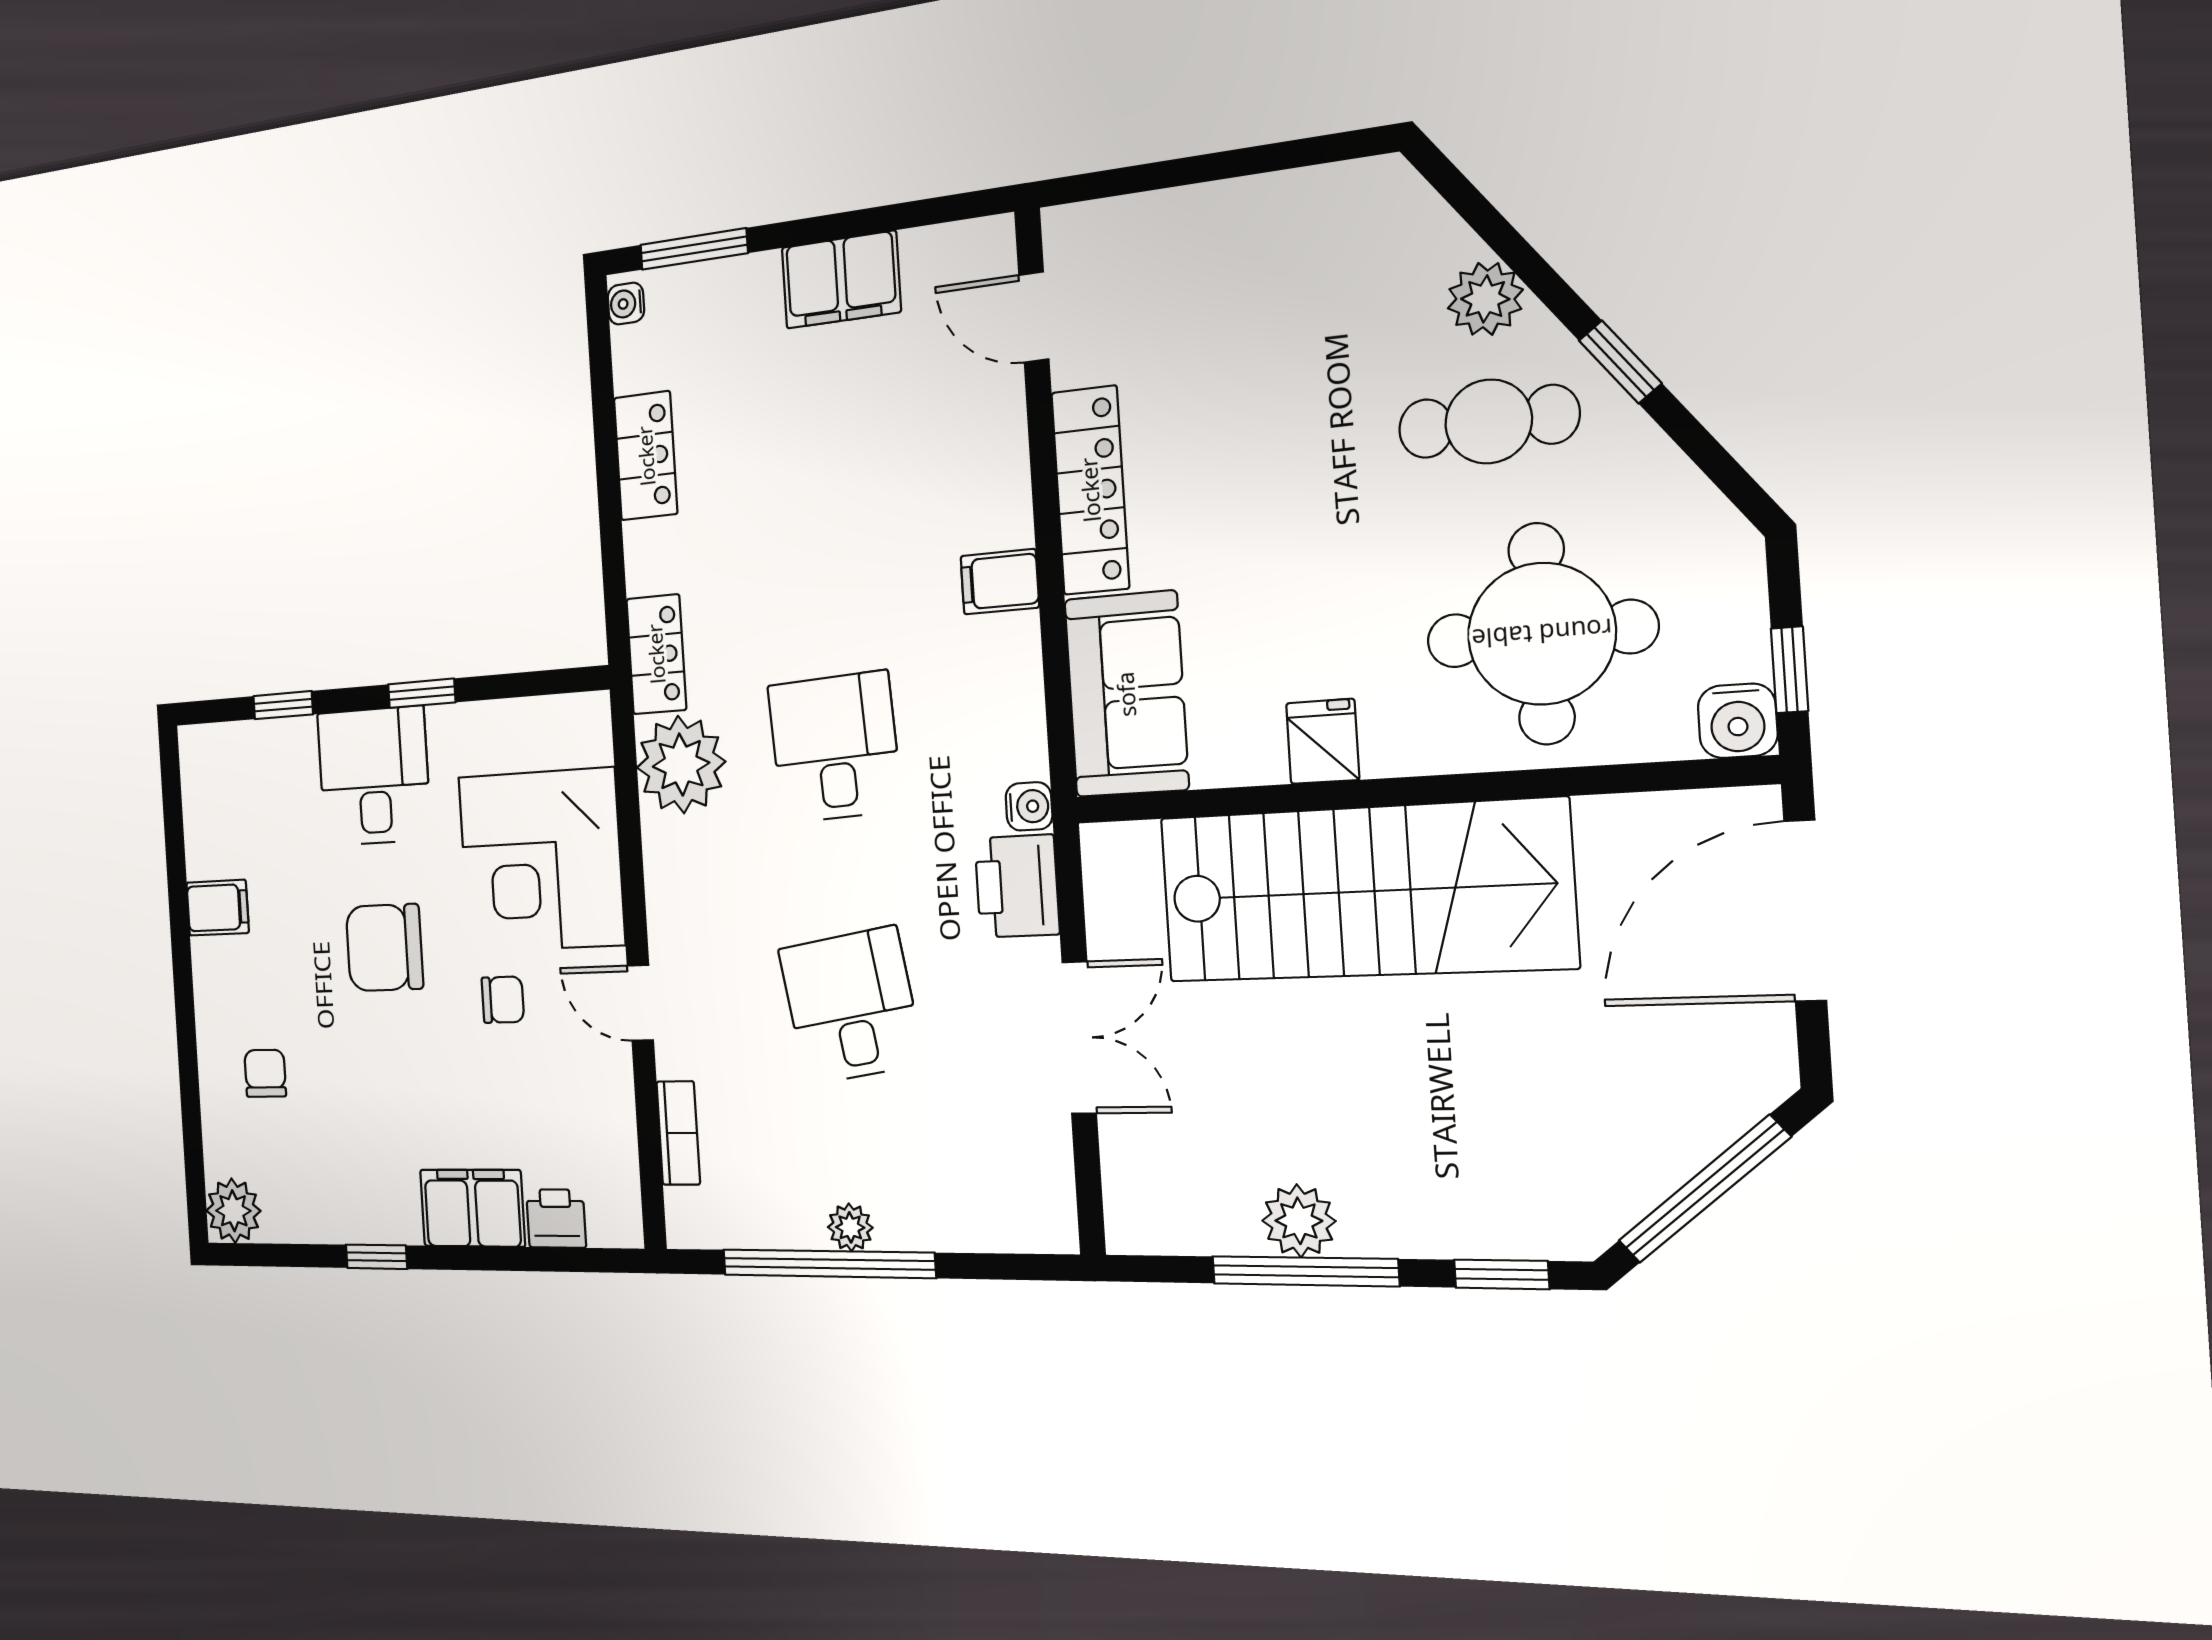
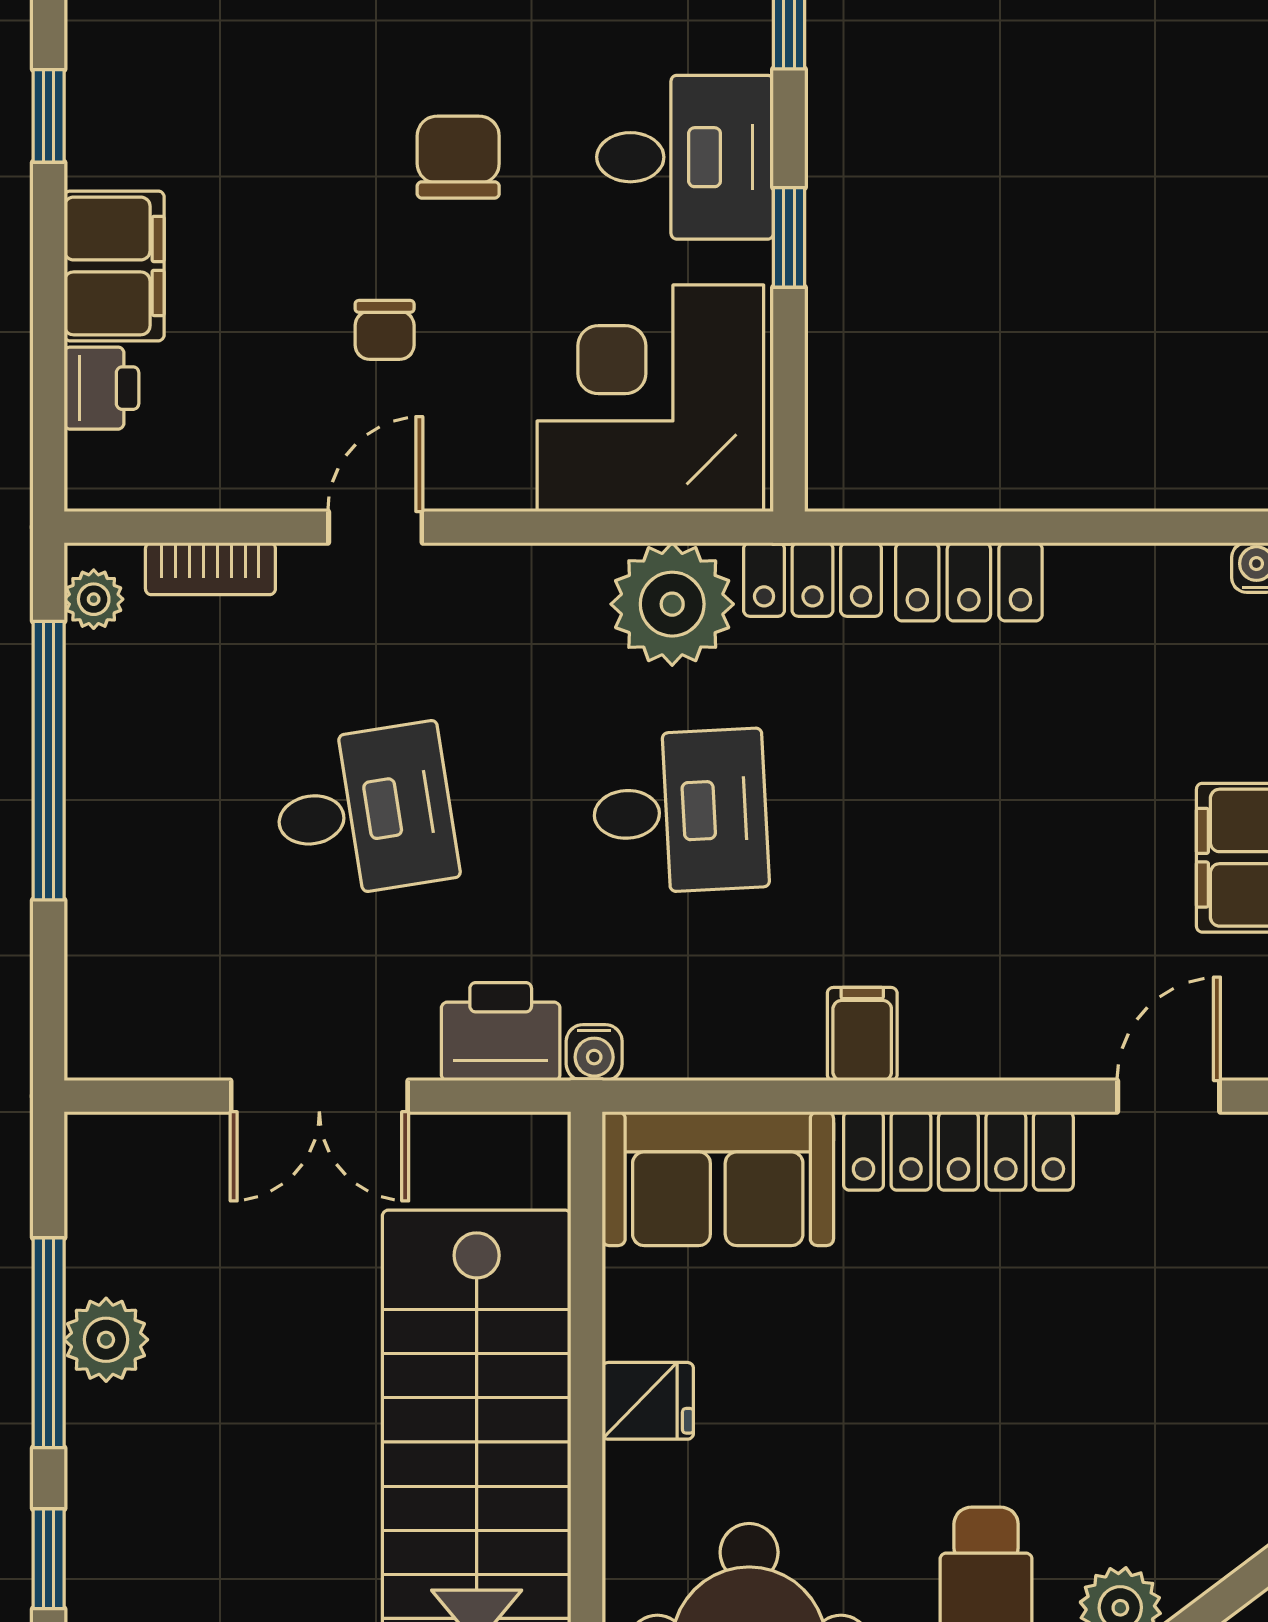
locker: (646, 456) -> (969, 582), moved
corner desk: (541, 860) -> (650, 398), moved
chair: (384, 948) -> (458, 157), width x0.73, depth x0.73
plant: (850, 1227) -> (94, 599), moved

